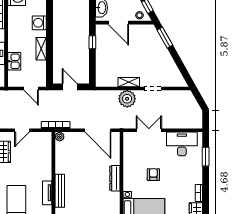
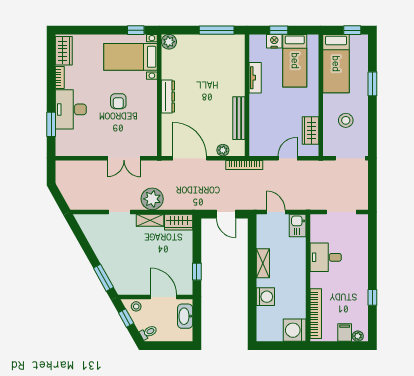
kitchen sink: (14, 61) -> (298, 225), moved
wardrobe: (107, 81) -> (179, 222), added
plant: (60, 137) -> (223, 150), moved
desk: (182, 144) -> (71, 109), moved, turned 90
bench: (60, 191) -> (239, 118), moved

